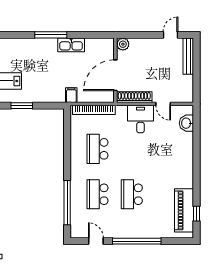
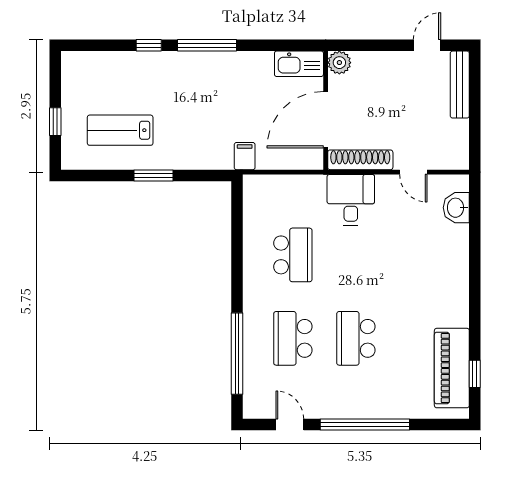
window: (19, 35) -> (149, 45), added
kitchen sink: (71, 45) -> (299, 64), moved
bookcase: (94, 110) -> (286, 183), removed
desk: (140, 119) -> (351, 200), moved
school desk: (98, 149) -> (293, 255), turned 180

